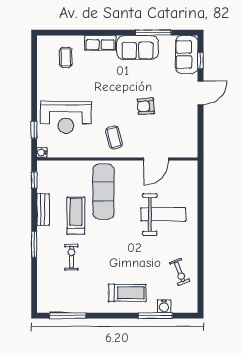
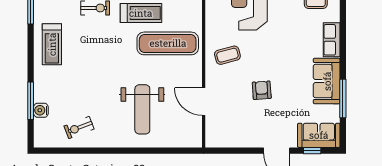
treadmill: (127, 293) -> (52, 44), moved

